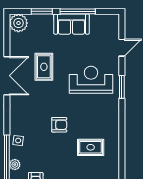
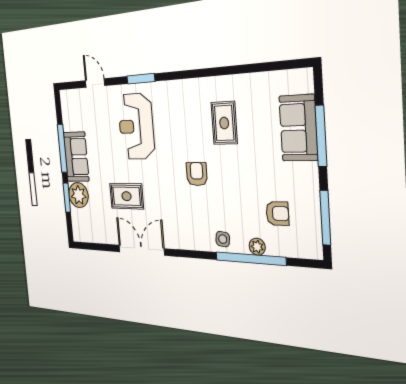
plant: (18, 23) -> (78, 195), moved

